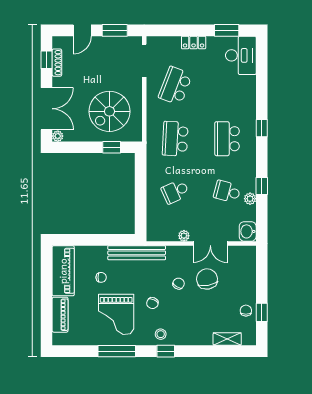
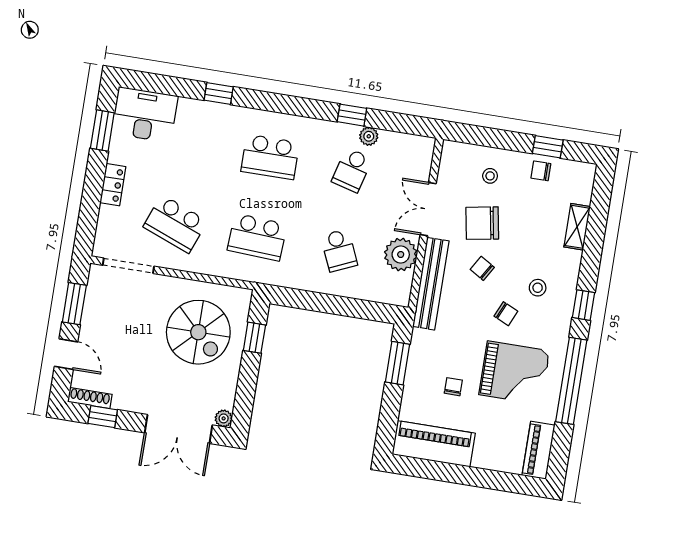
shoe rack: (57, 63) -> (90, 398), moved
double door: (47, 109) -> (178, 429), swing flipped
window: (262, 128) -> (219, 93), moved
washbasin: (248, 231) -> (419, 148), removed
plant: (184, 236) -> (401, 254), width x1.88, depth x1.88
window: (110, 240) -> (398, 363), added
double door: (210, 243) -> (428, 209), swing flipped
bench: (137, 253) -> (431, 284), moved
stool: (238, 279) -> (490, 176), added
piano: (60, 315) -> (539, 450), moved, turned -90
stool: (161, 334) -> (538, 288), moved
shelving: (227, 339) -> (577, 227), moved
window: (117, 351) -> (571, 381), width x1.46

